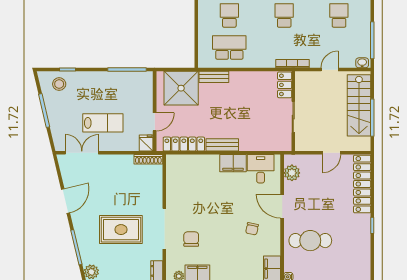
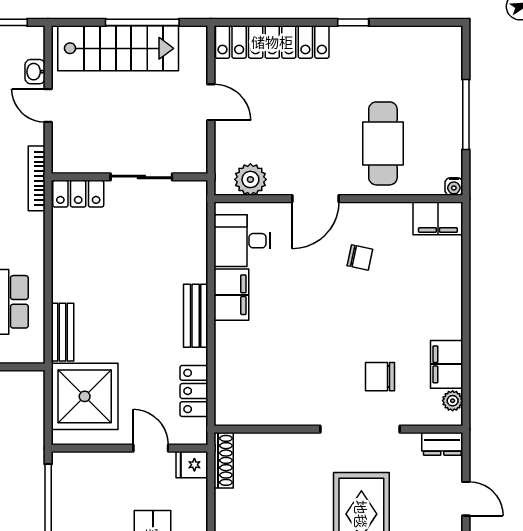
washbasin: (362, 63) -> (35, 72), moved
locker: (184, 144) -> (194, 391), width x0.66

